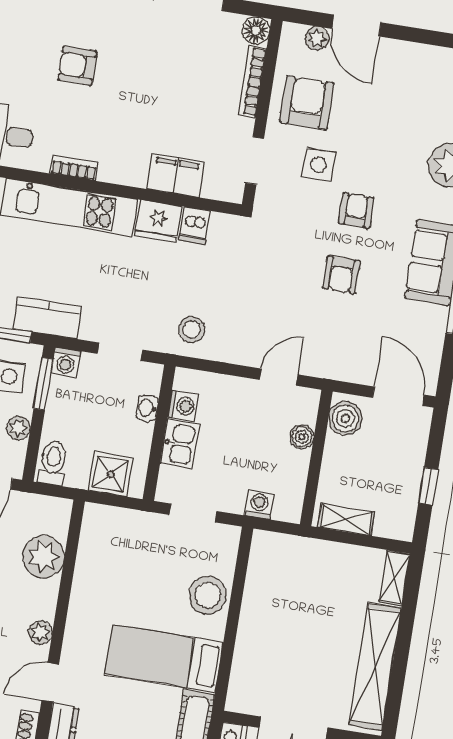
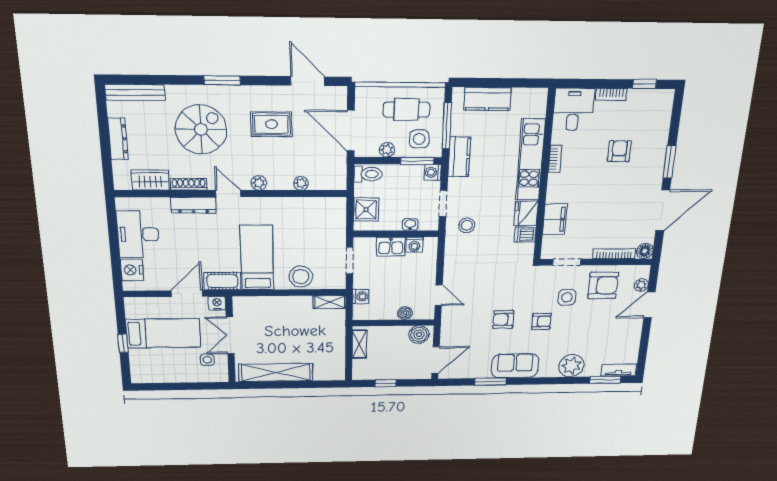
stool: (192, 330) -> (467, 225), moved
plant: (43, 557) -> (301, 183), width x0.53, depth x0.53
shelving: (394, 578) -> (330, 302), moved

